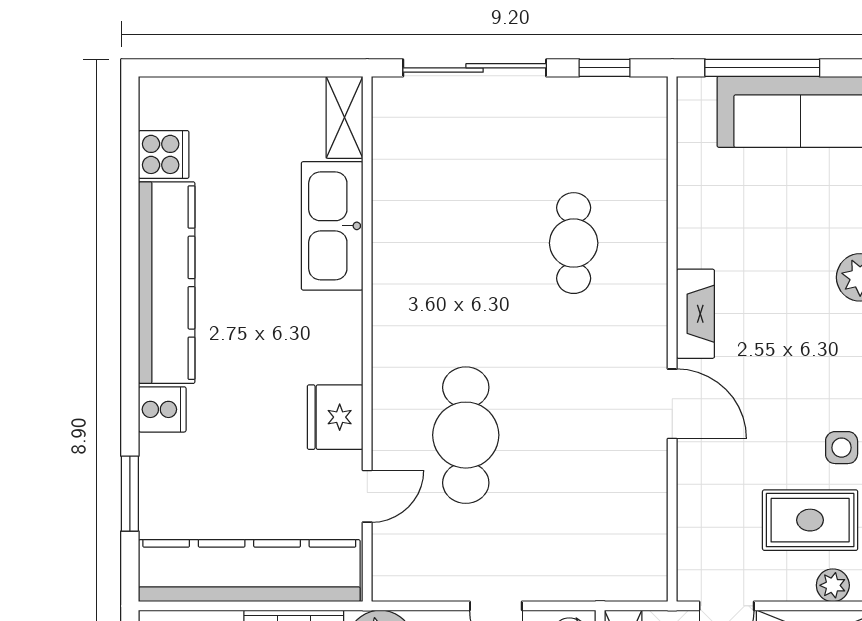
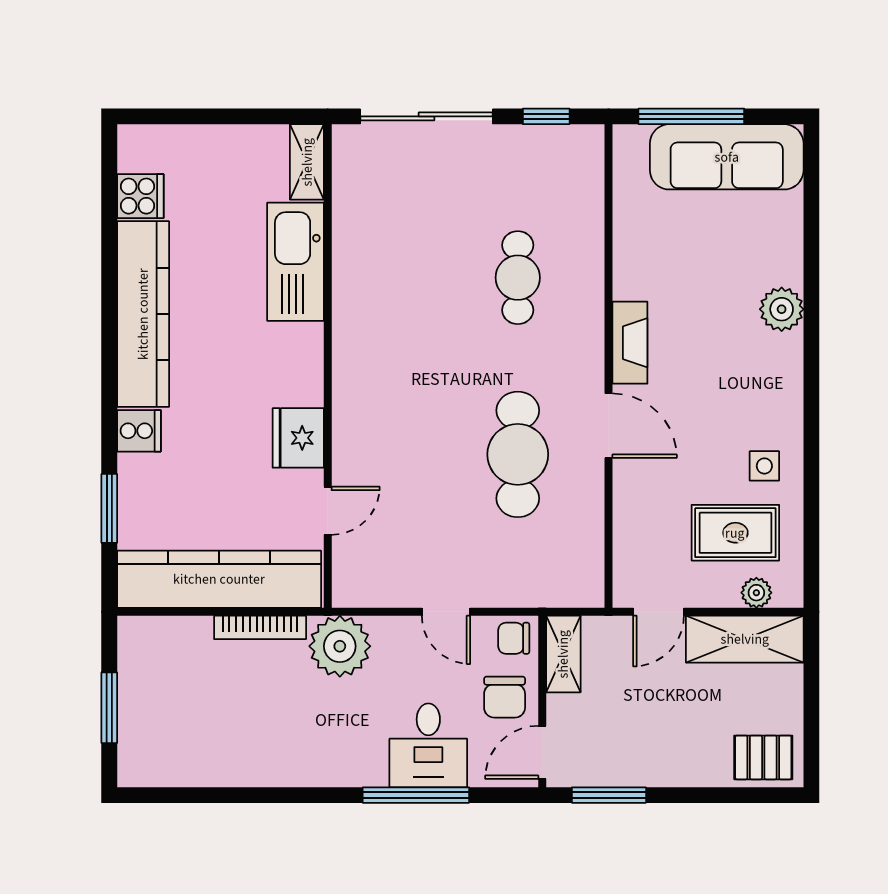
cafe table: (466, 435) -> (518, 454), moved

